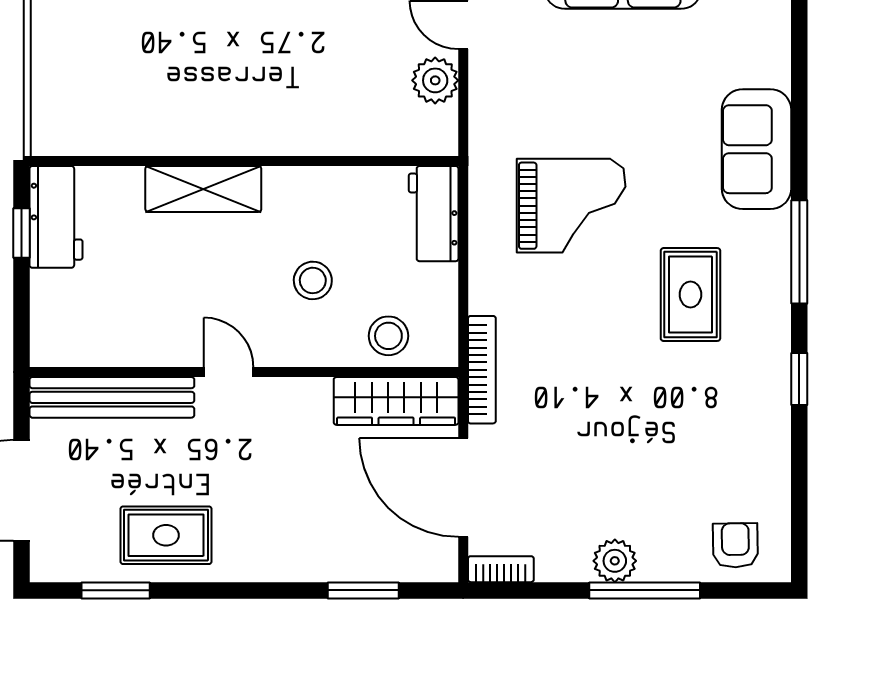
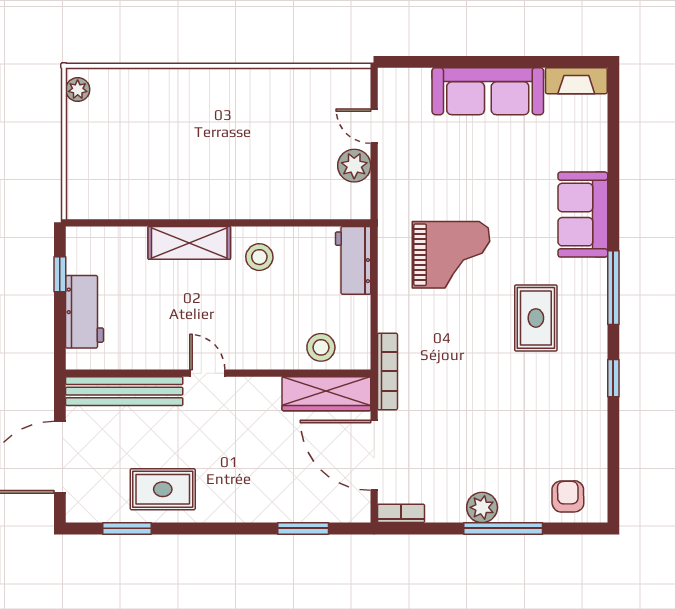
workbench: (56, 217) -> (85, 312), moved
stool: (313, 280) -> (259, 257), moved

